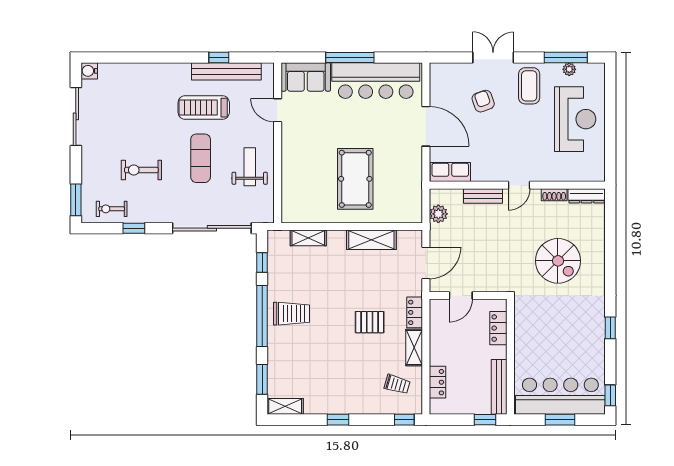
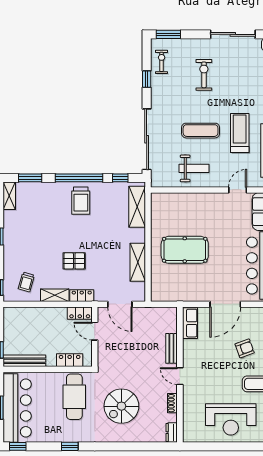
exercise bike: (141, 170) -> (204, 75), moved
dresser: (587, 196) -> (172, 433), width x0.70
plant: (438, 214) -> (158, 314), removed
shelving: (308, 238) -> (137, 207), width x1.50, depth x1.33
pallet: (370, 322) -> (74, 261), turned 90
cafe table: (546, 322) -> (74, 397), added
locker: (437, 382) -> (80, 313), moved

